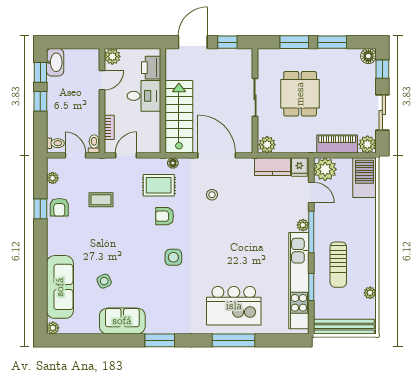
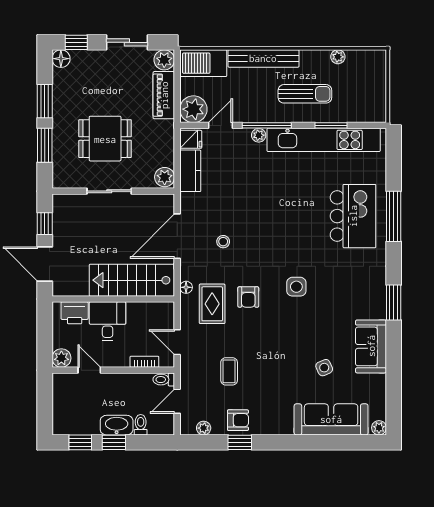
washbasin: (55, 62) -> (117, 425), moved
toilet: (55, 143) -> (141, 425), moved
bench: (344, 327) -> (263, 58), moved, turned 90

